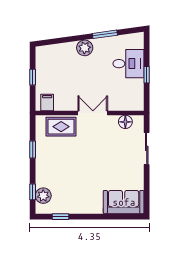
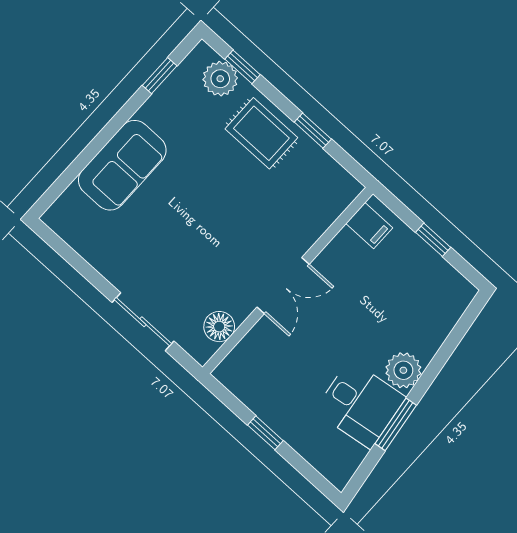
desk: (128, 64) -> (360, 404), moved, turned -98
rug: (61, 127) -> (261, 133), moved, turned 90
sofa: (124, 202) -> (122, 165), moved

